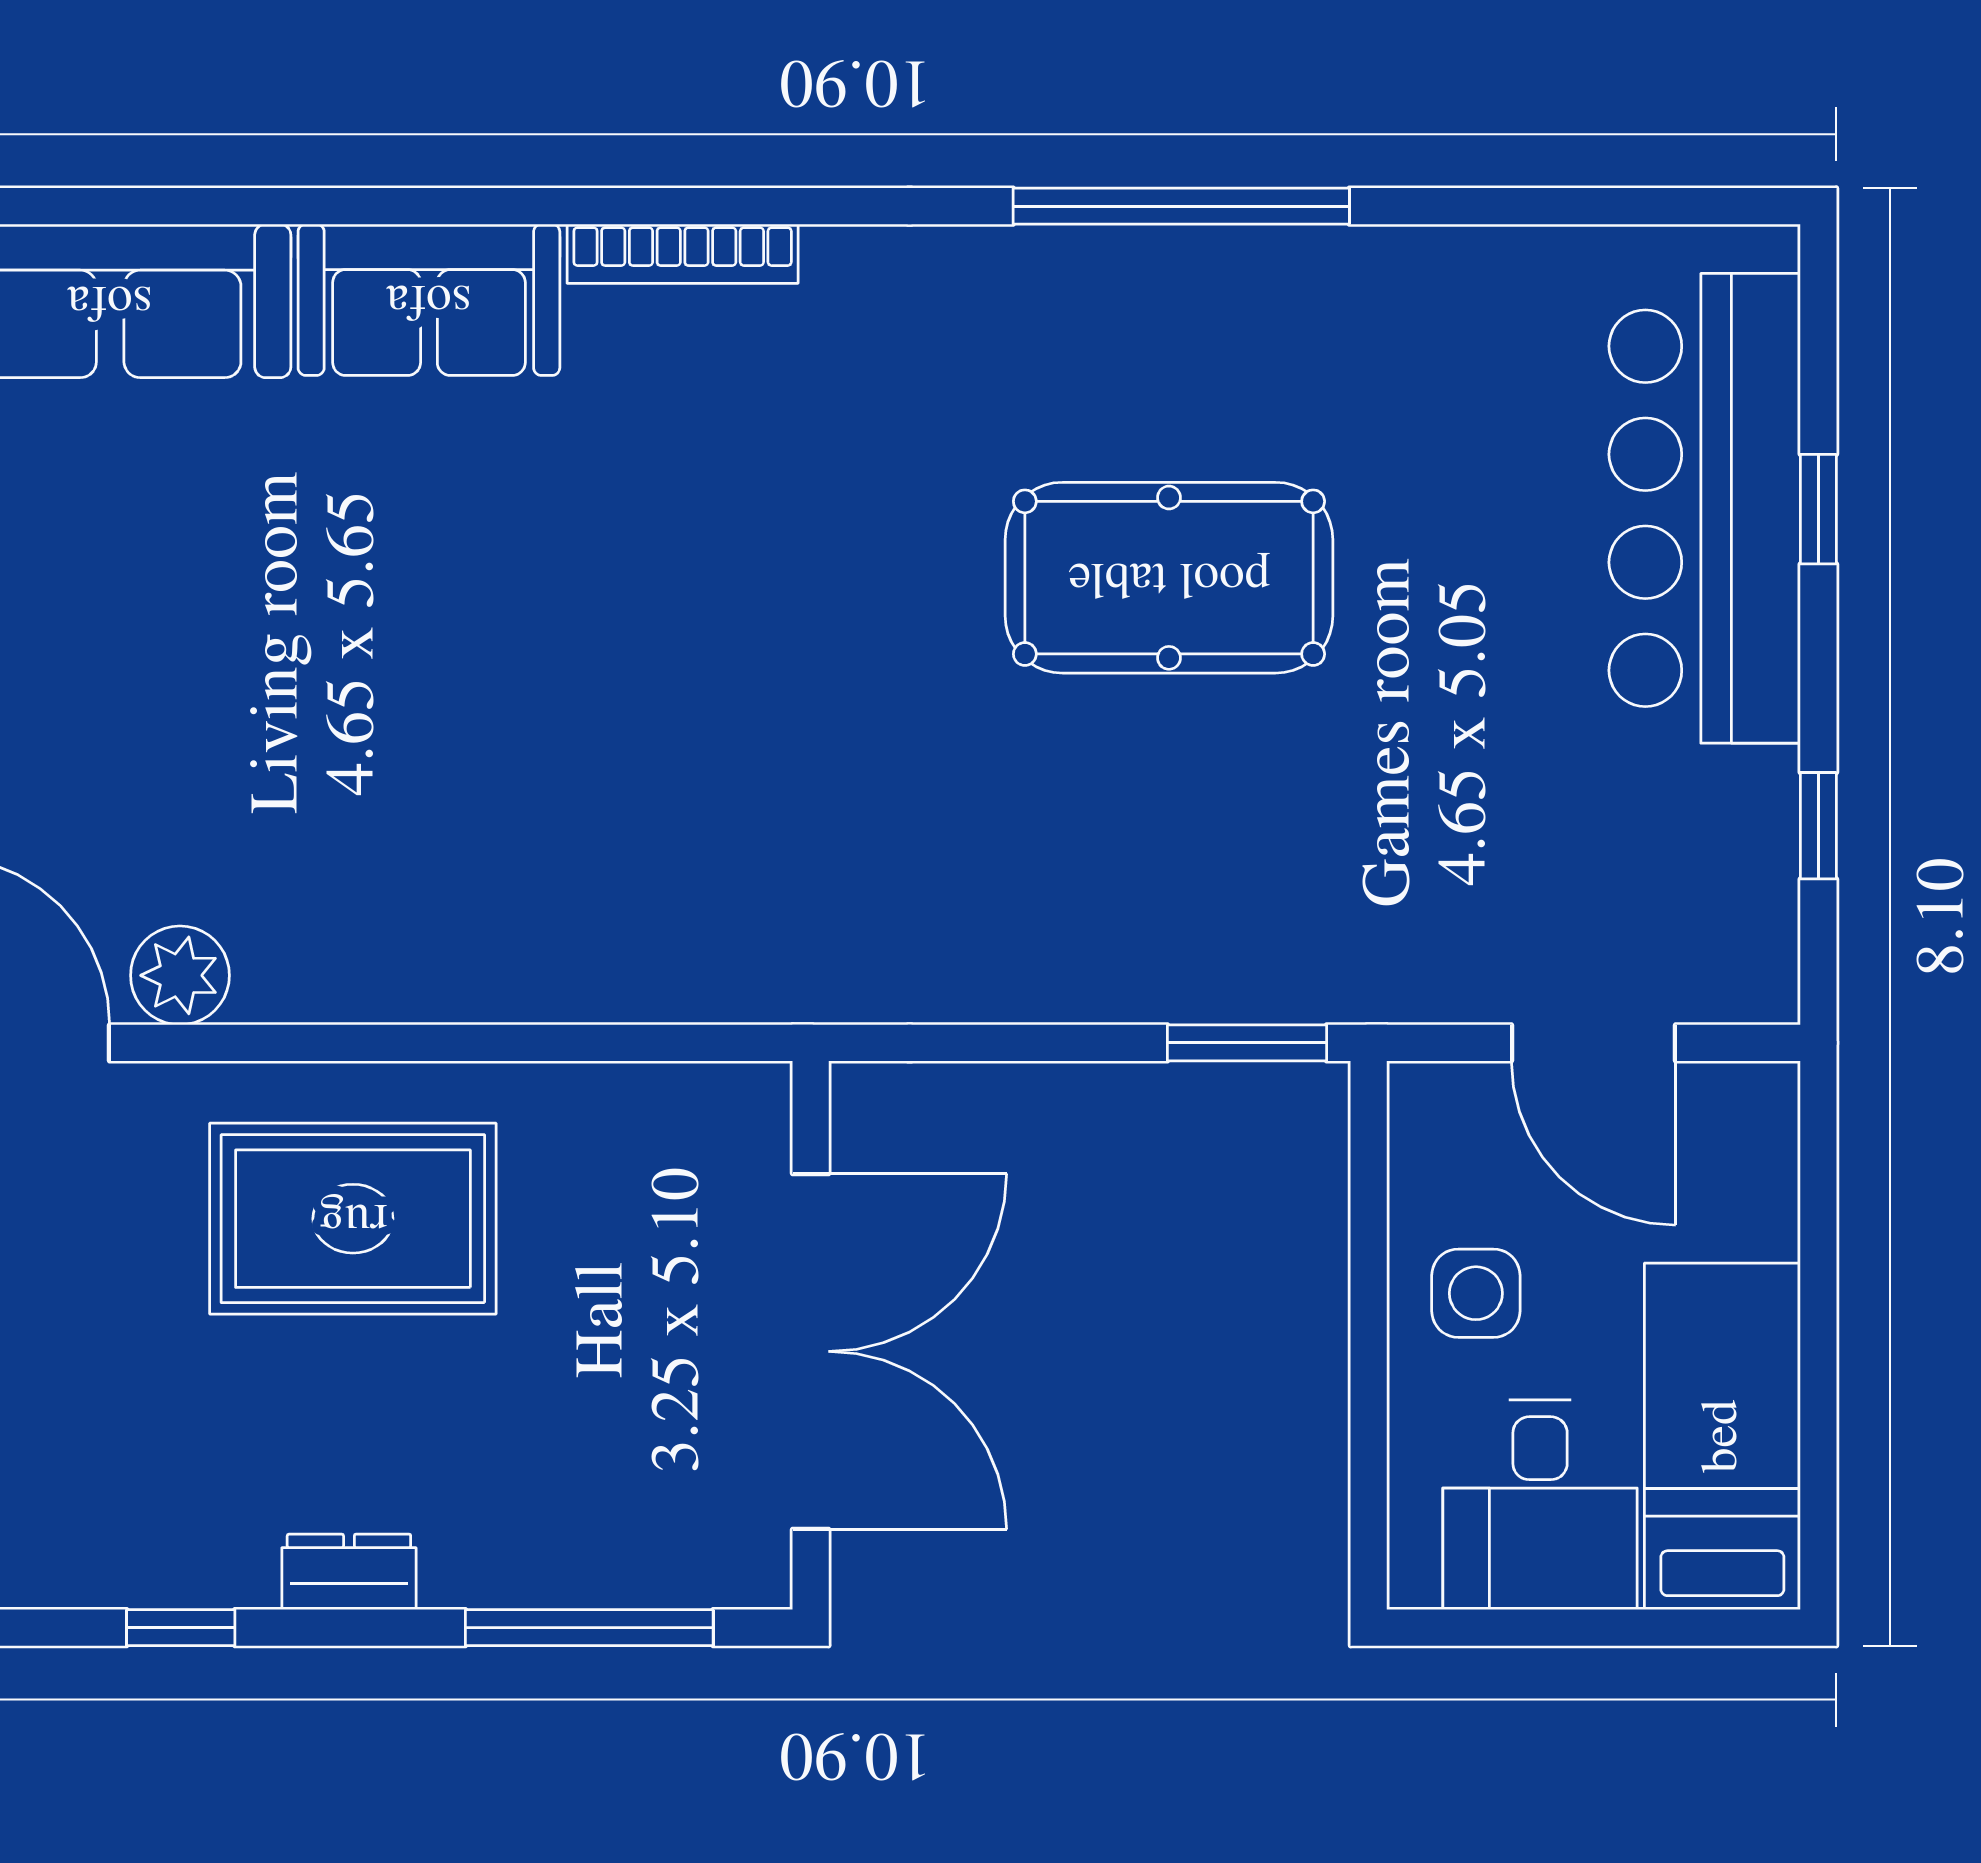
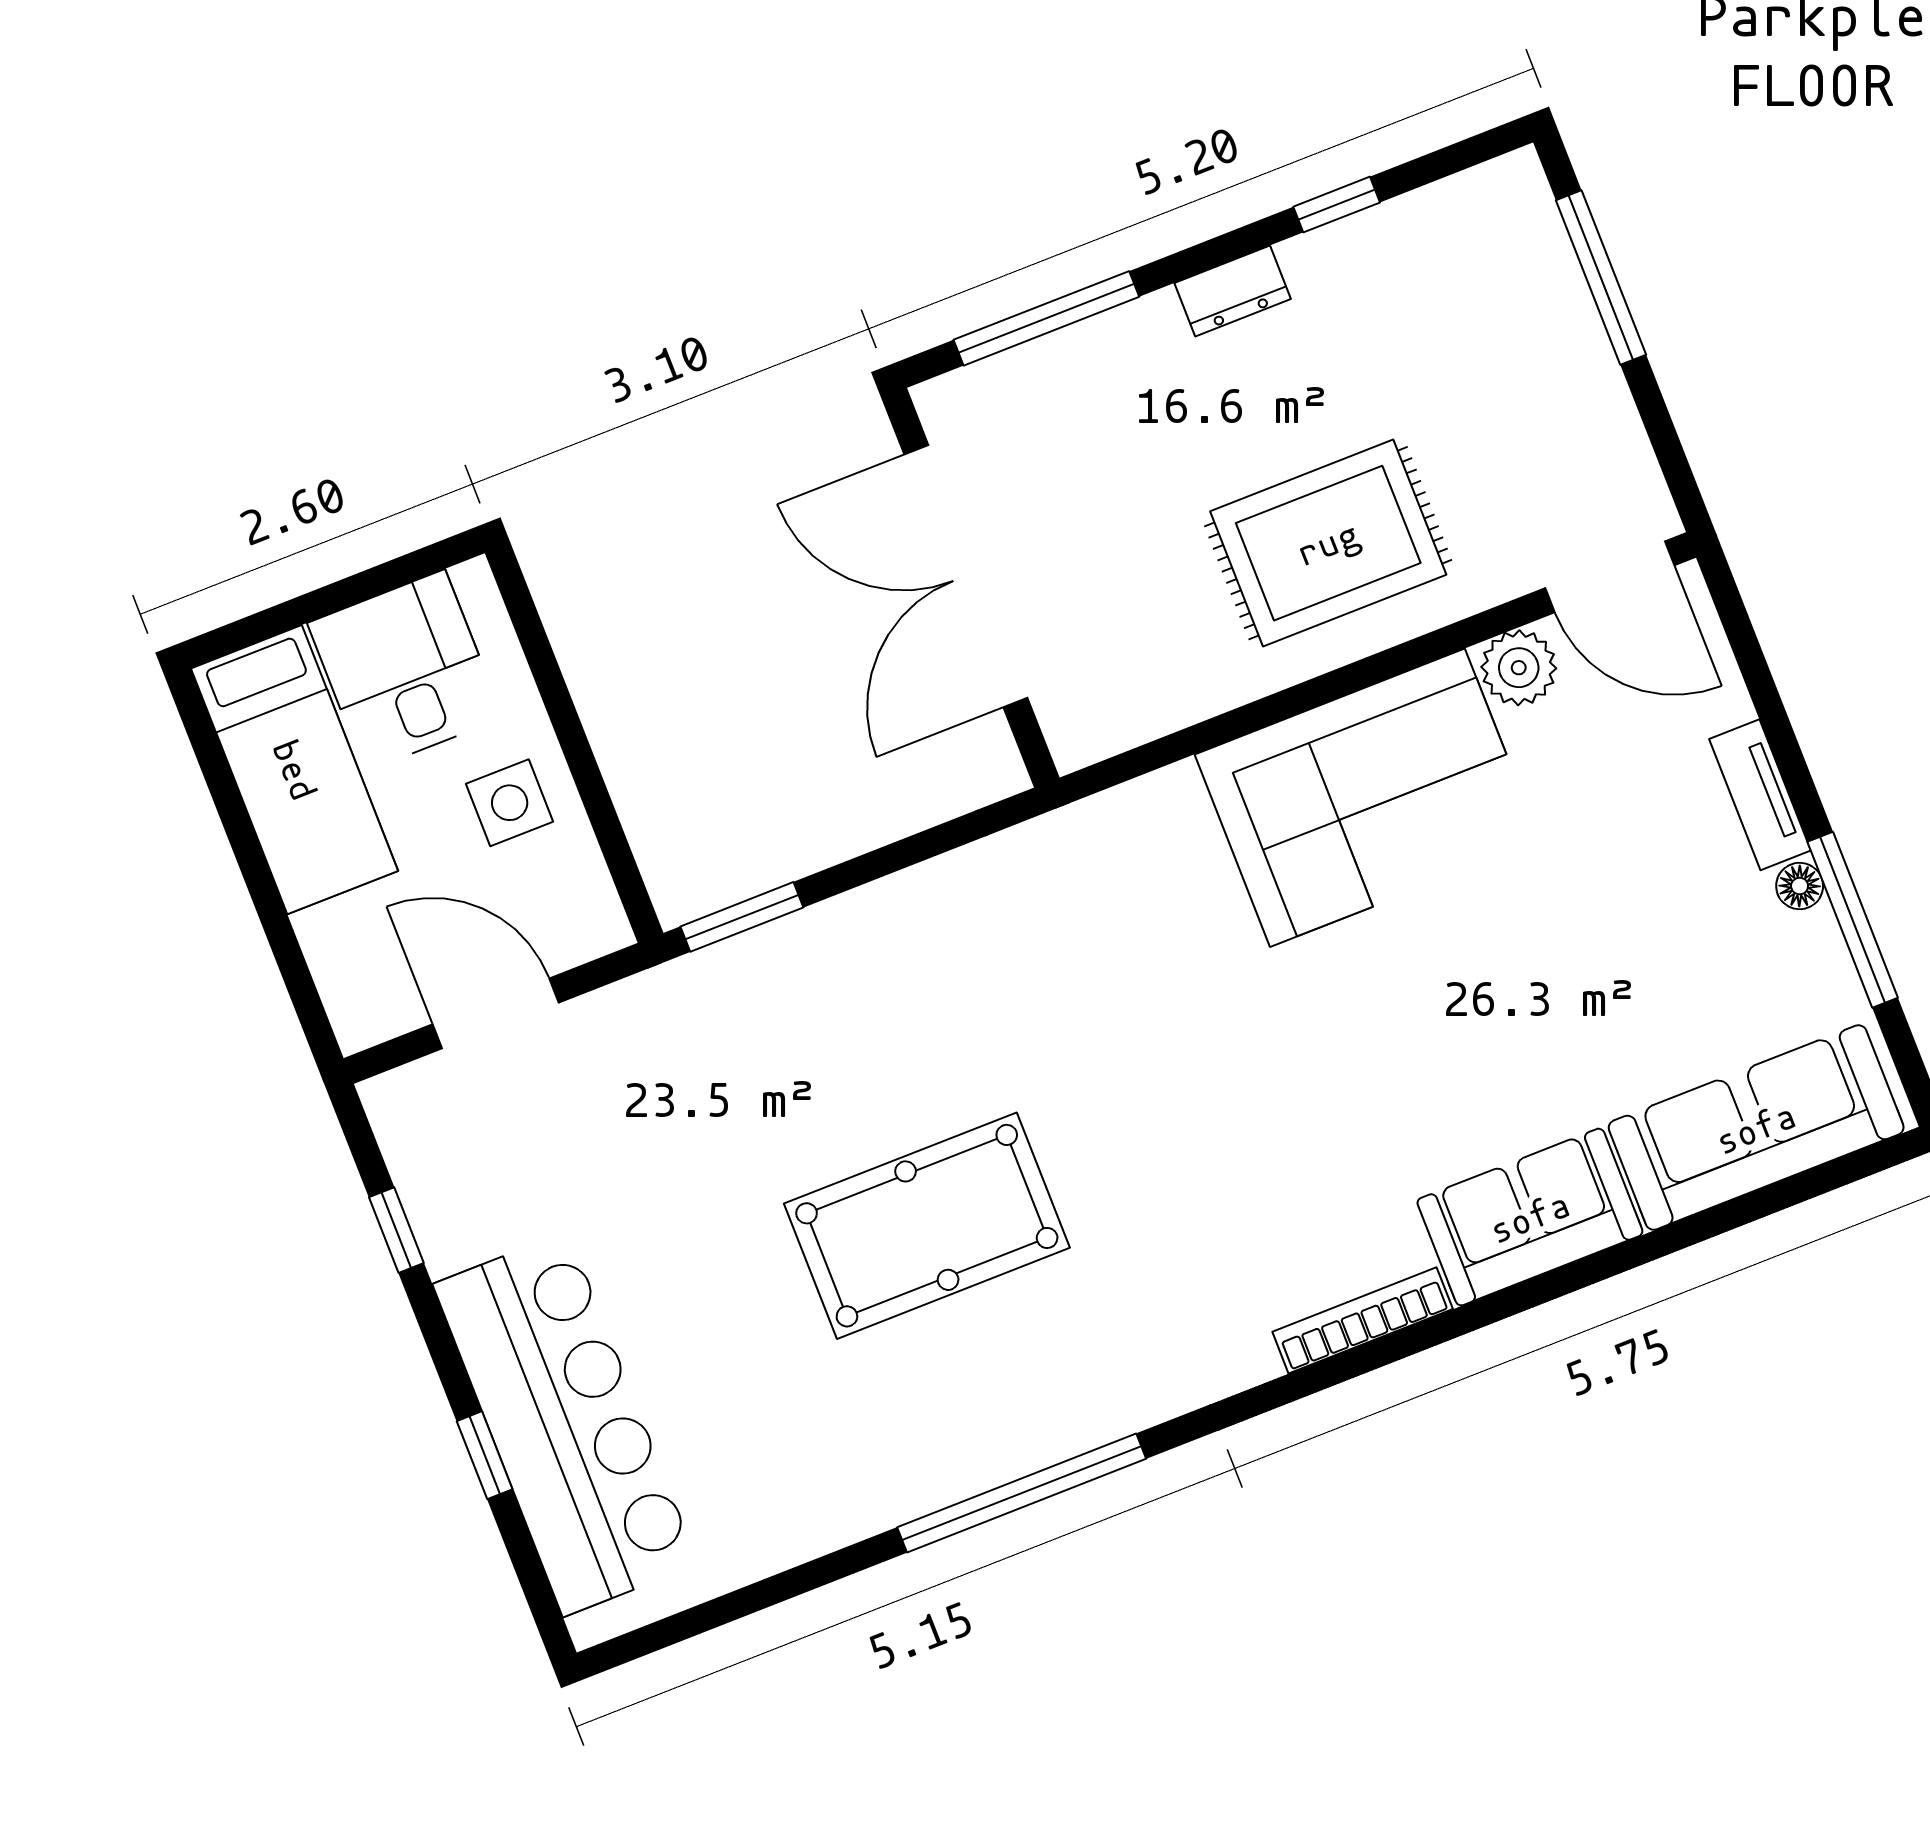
corner sofa: (427, 889) -> (1367, 798), added

